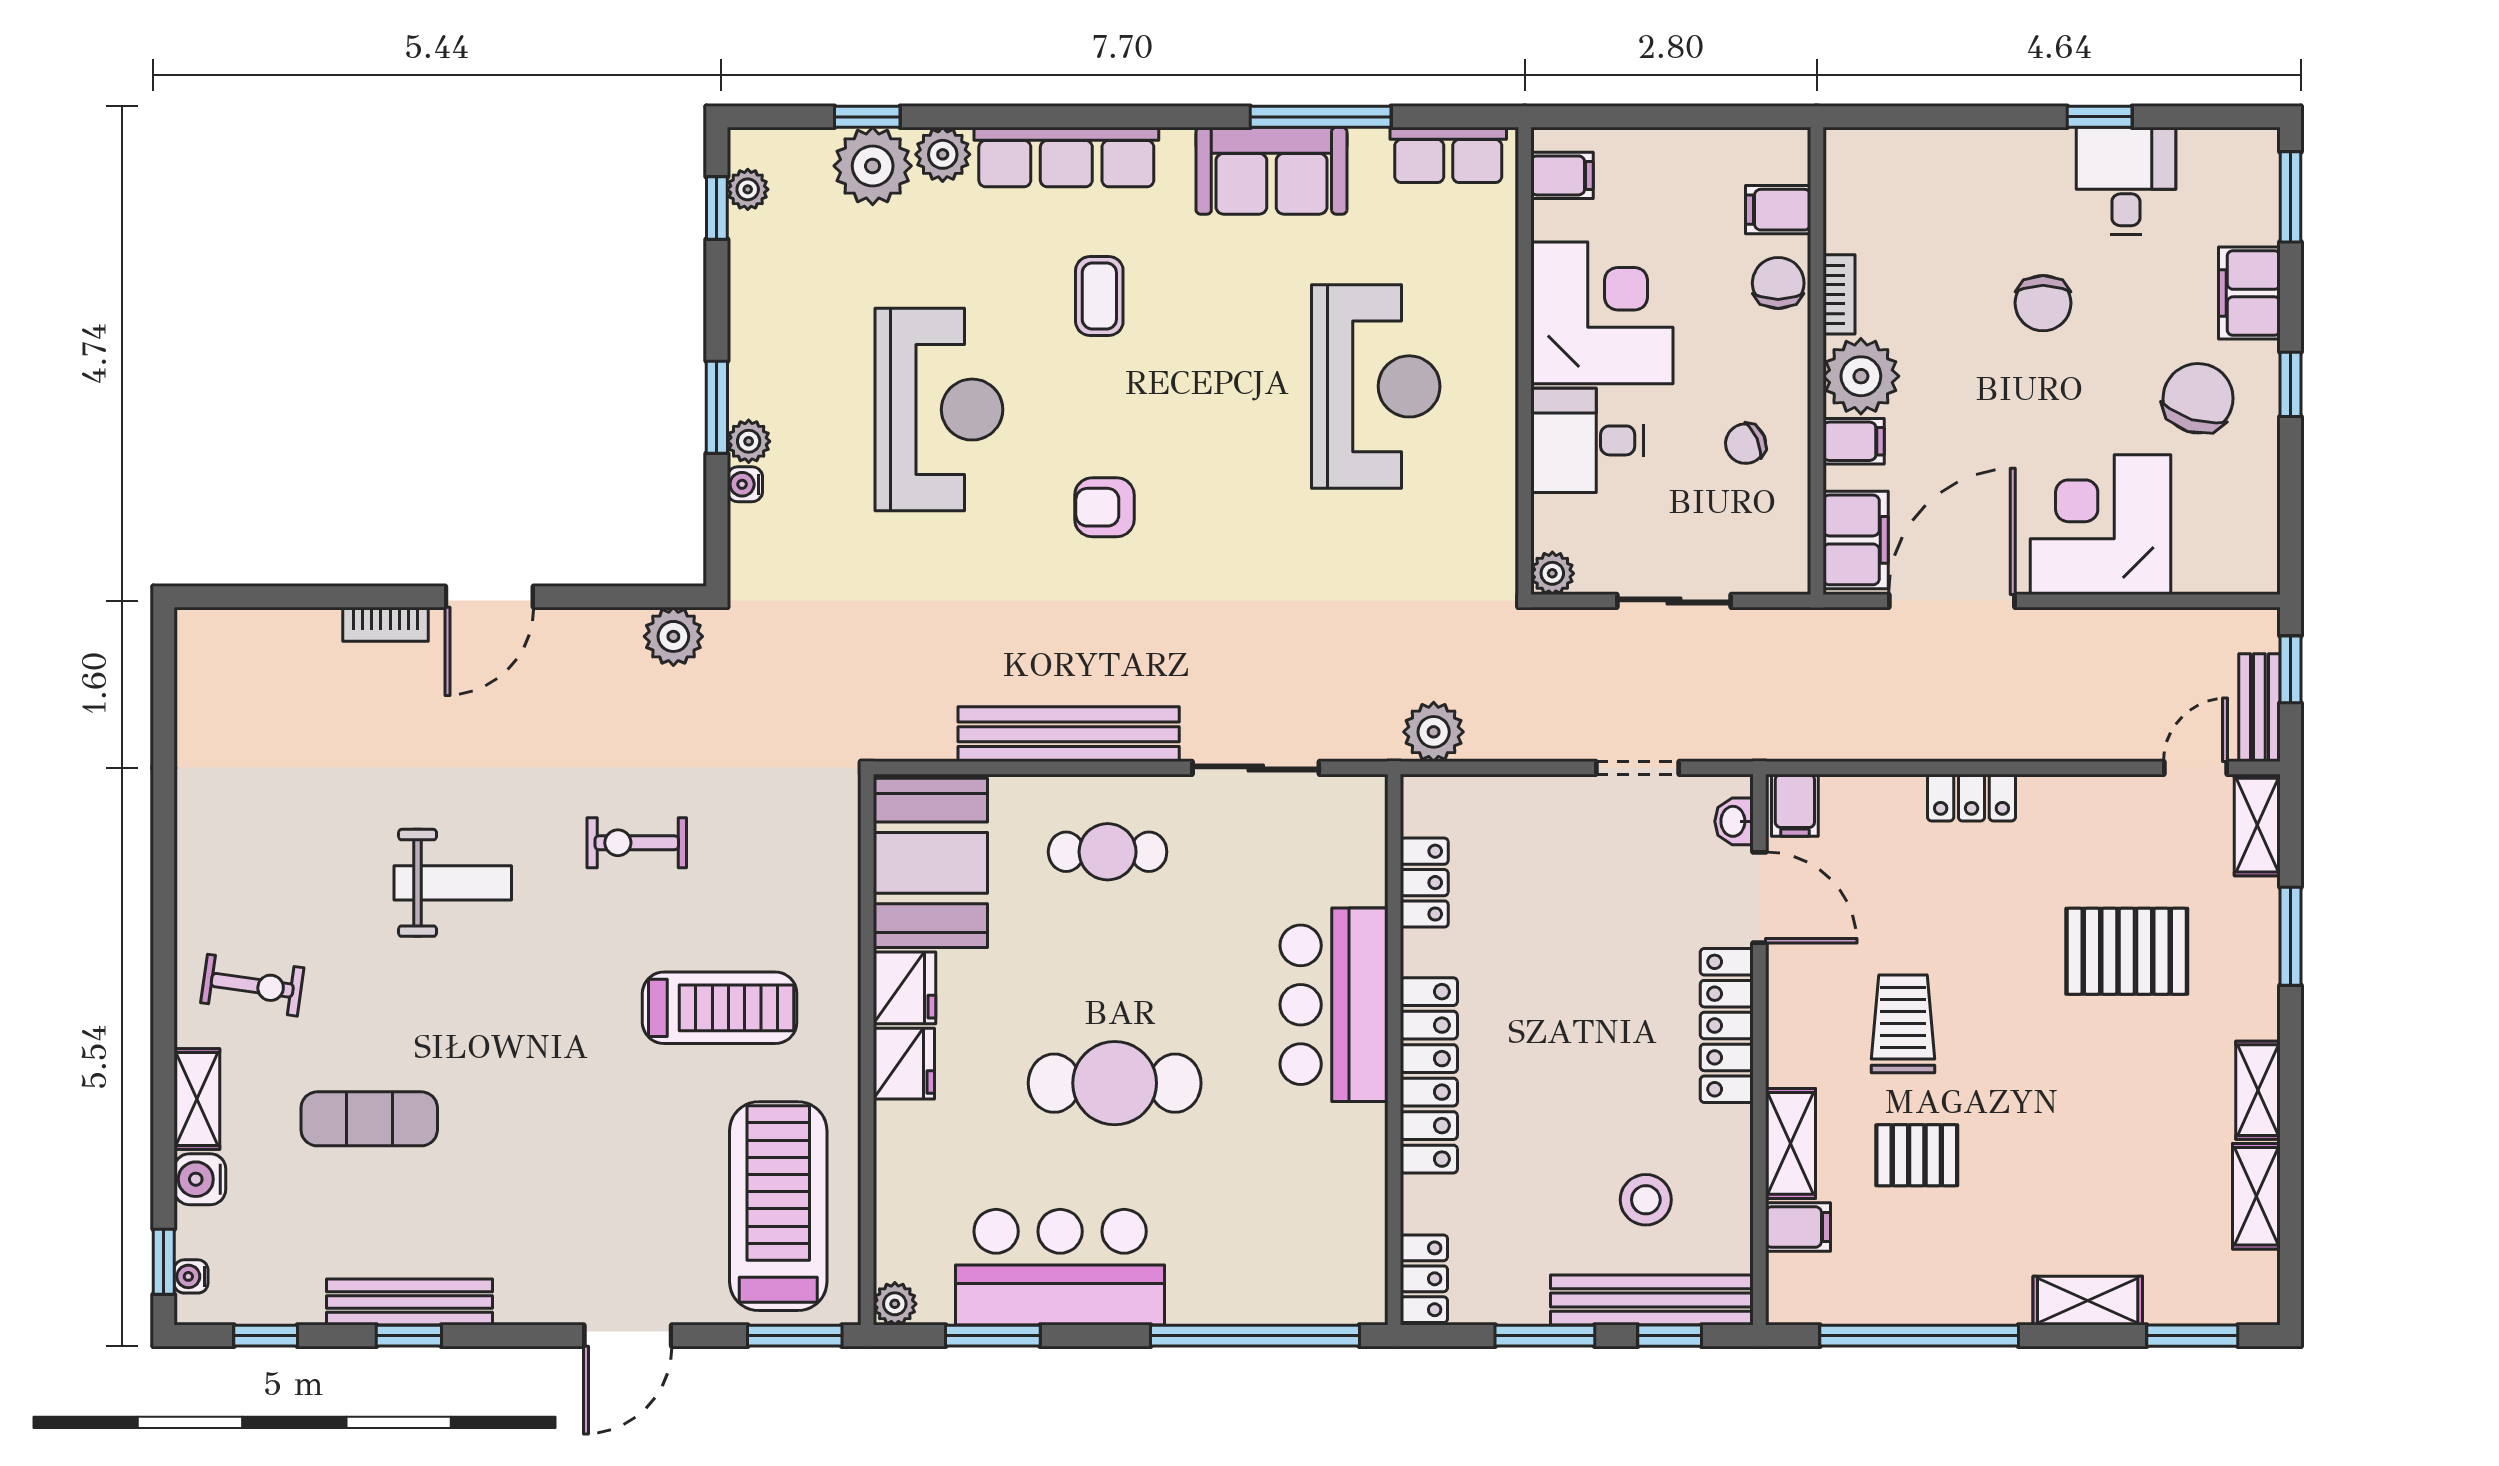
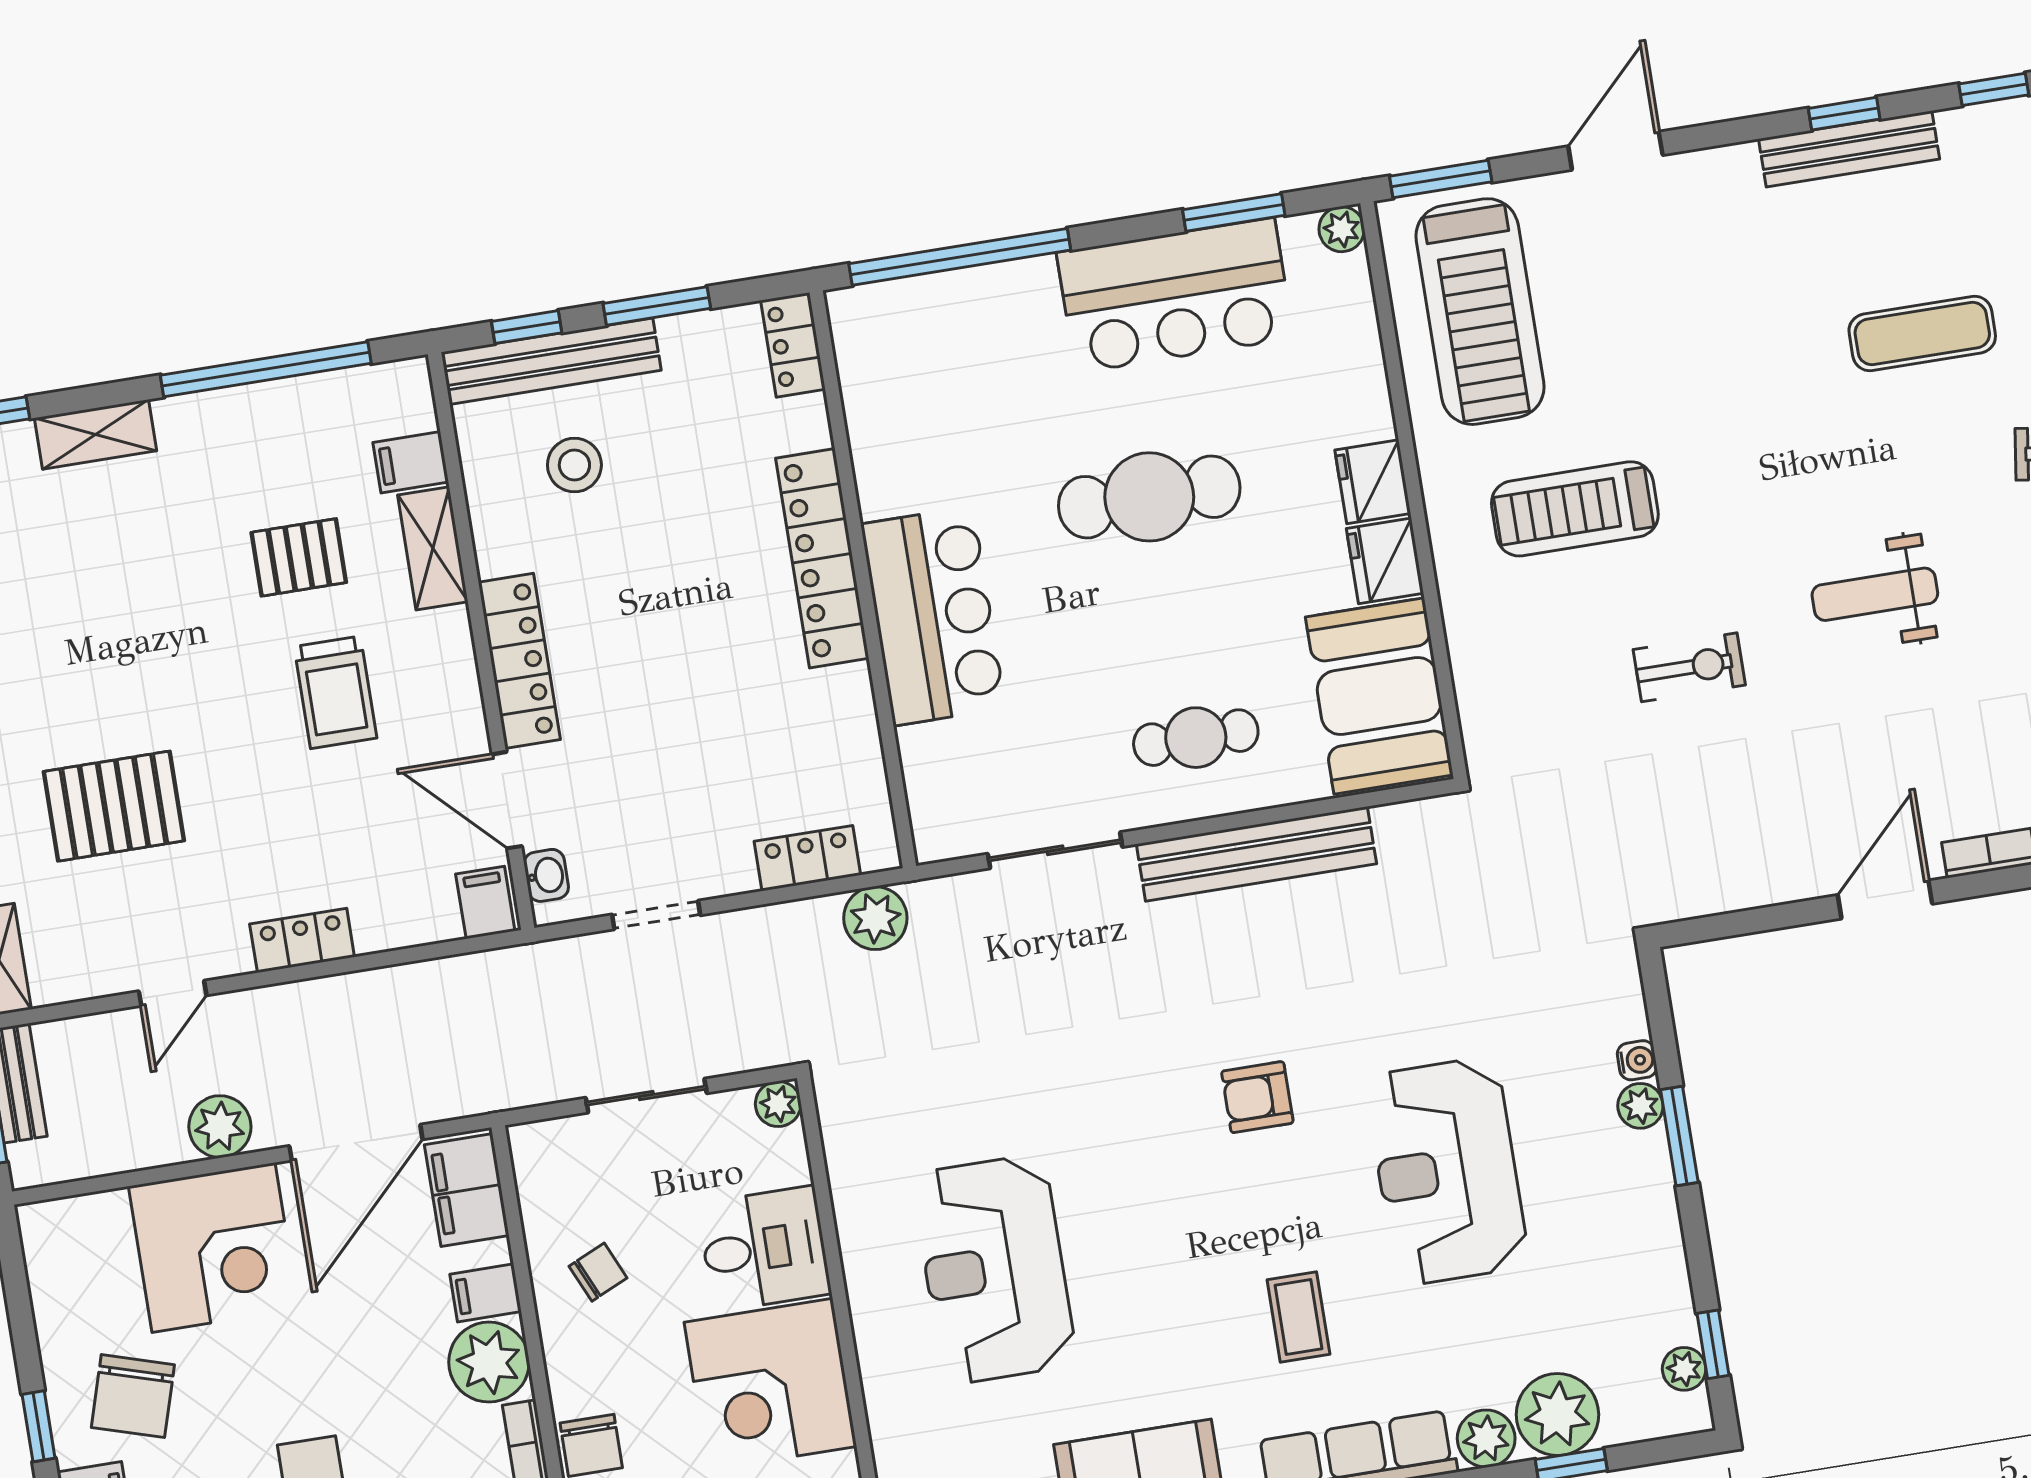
armchair: (1104, 507) -> (1257, 1097), turned 180
plant: (673, 636) -> (220, 1127), moved
door: (2195, 768) -> (173, 993), moved
locker: (1424, 883) -> (807, 858), moved, turned 90

